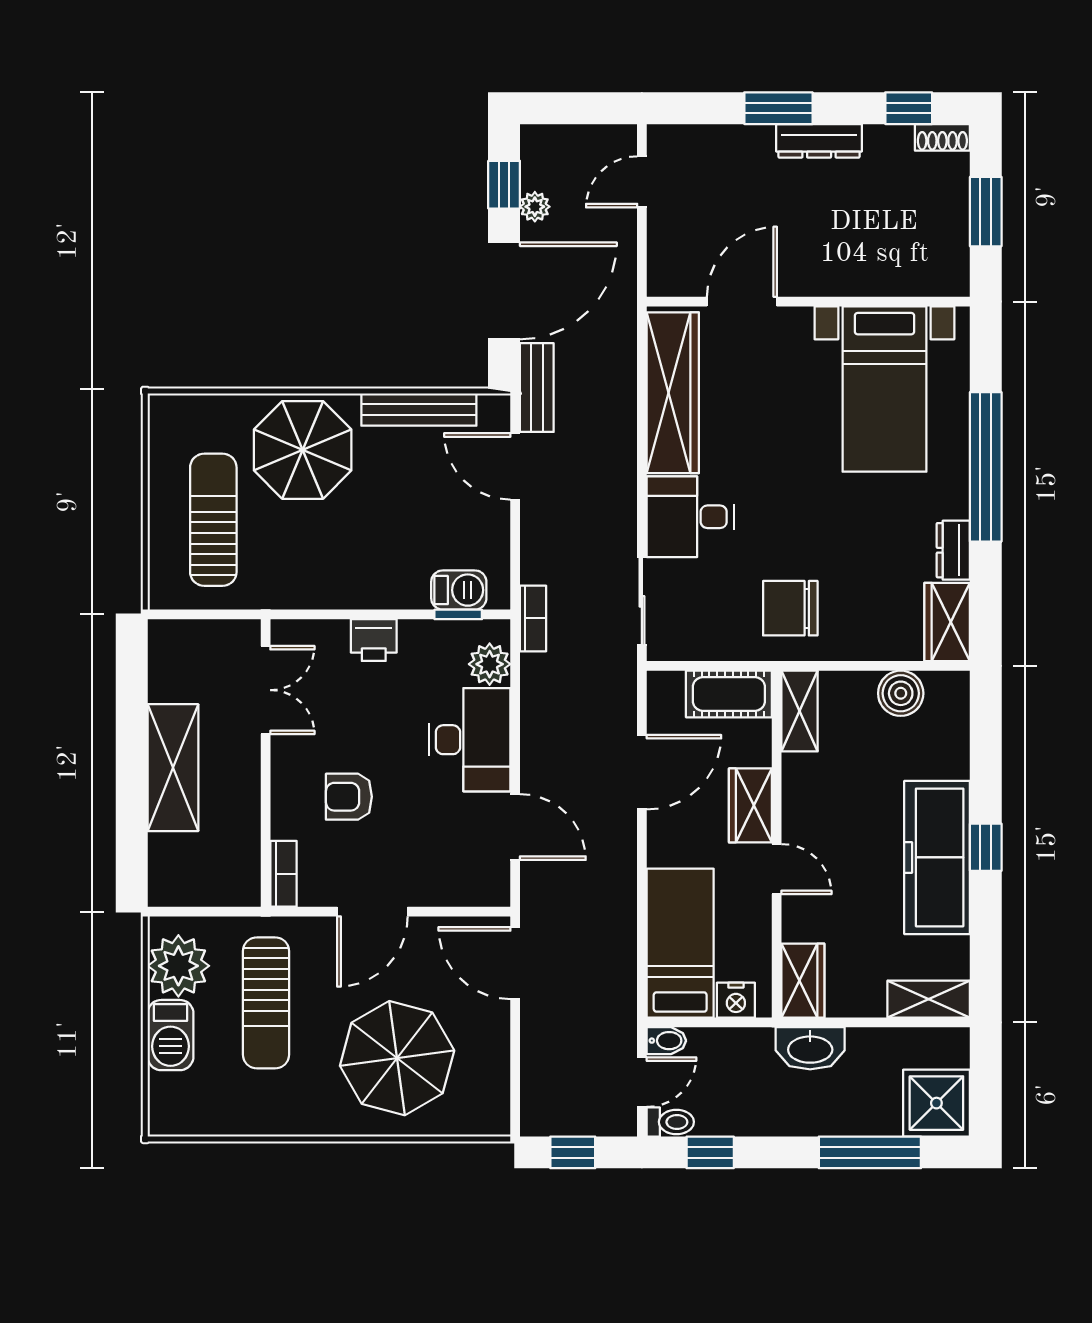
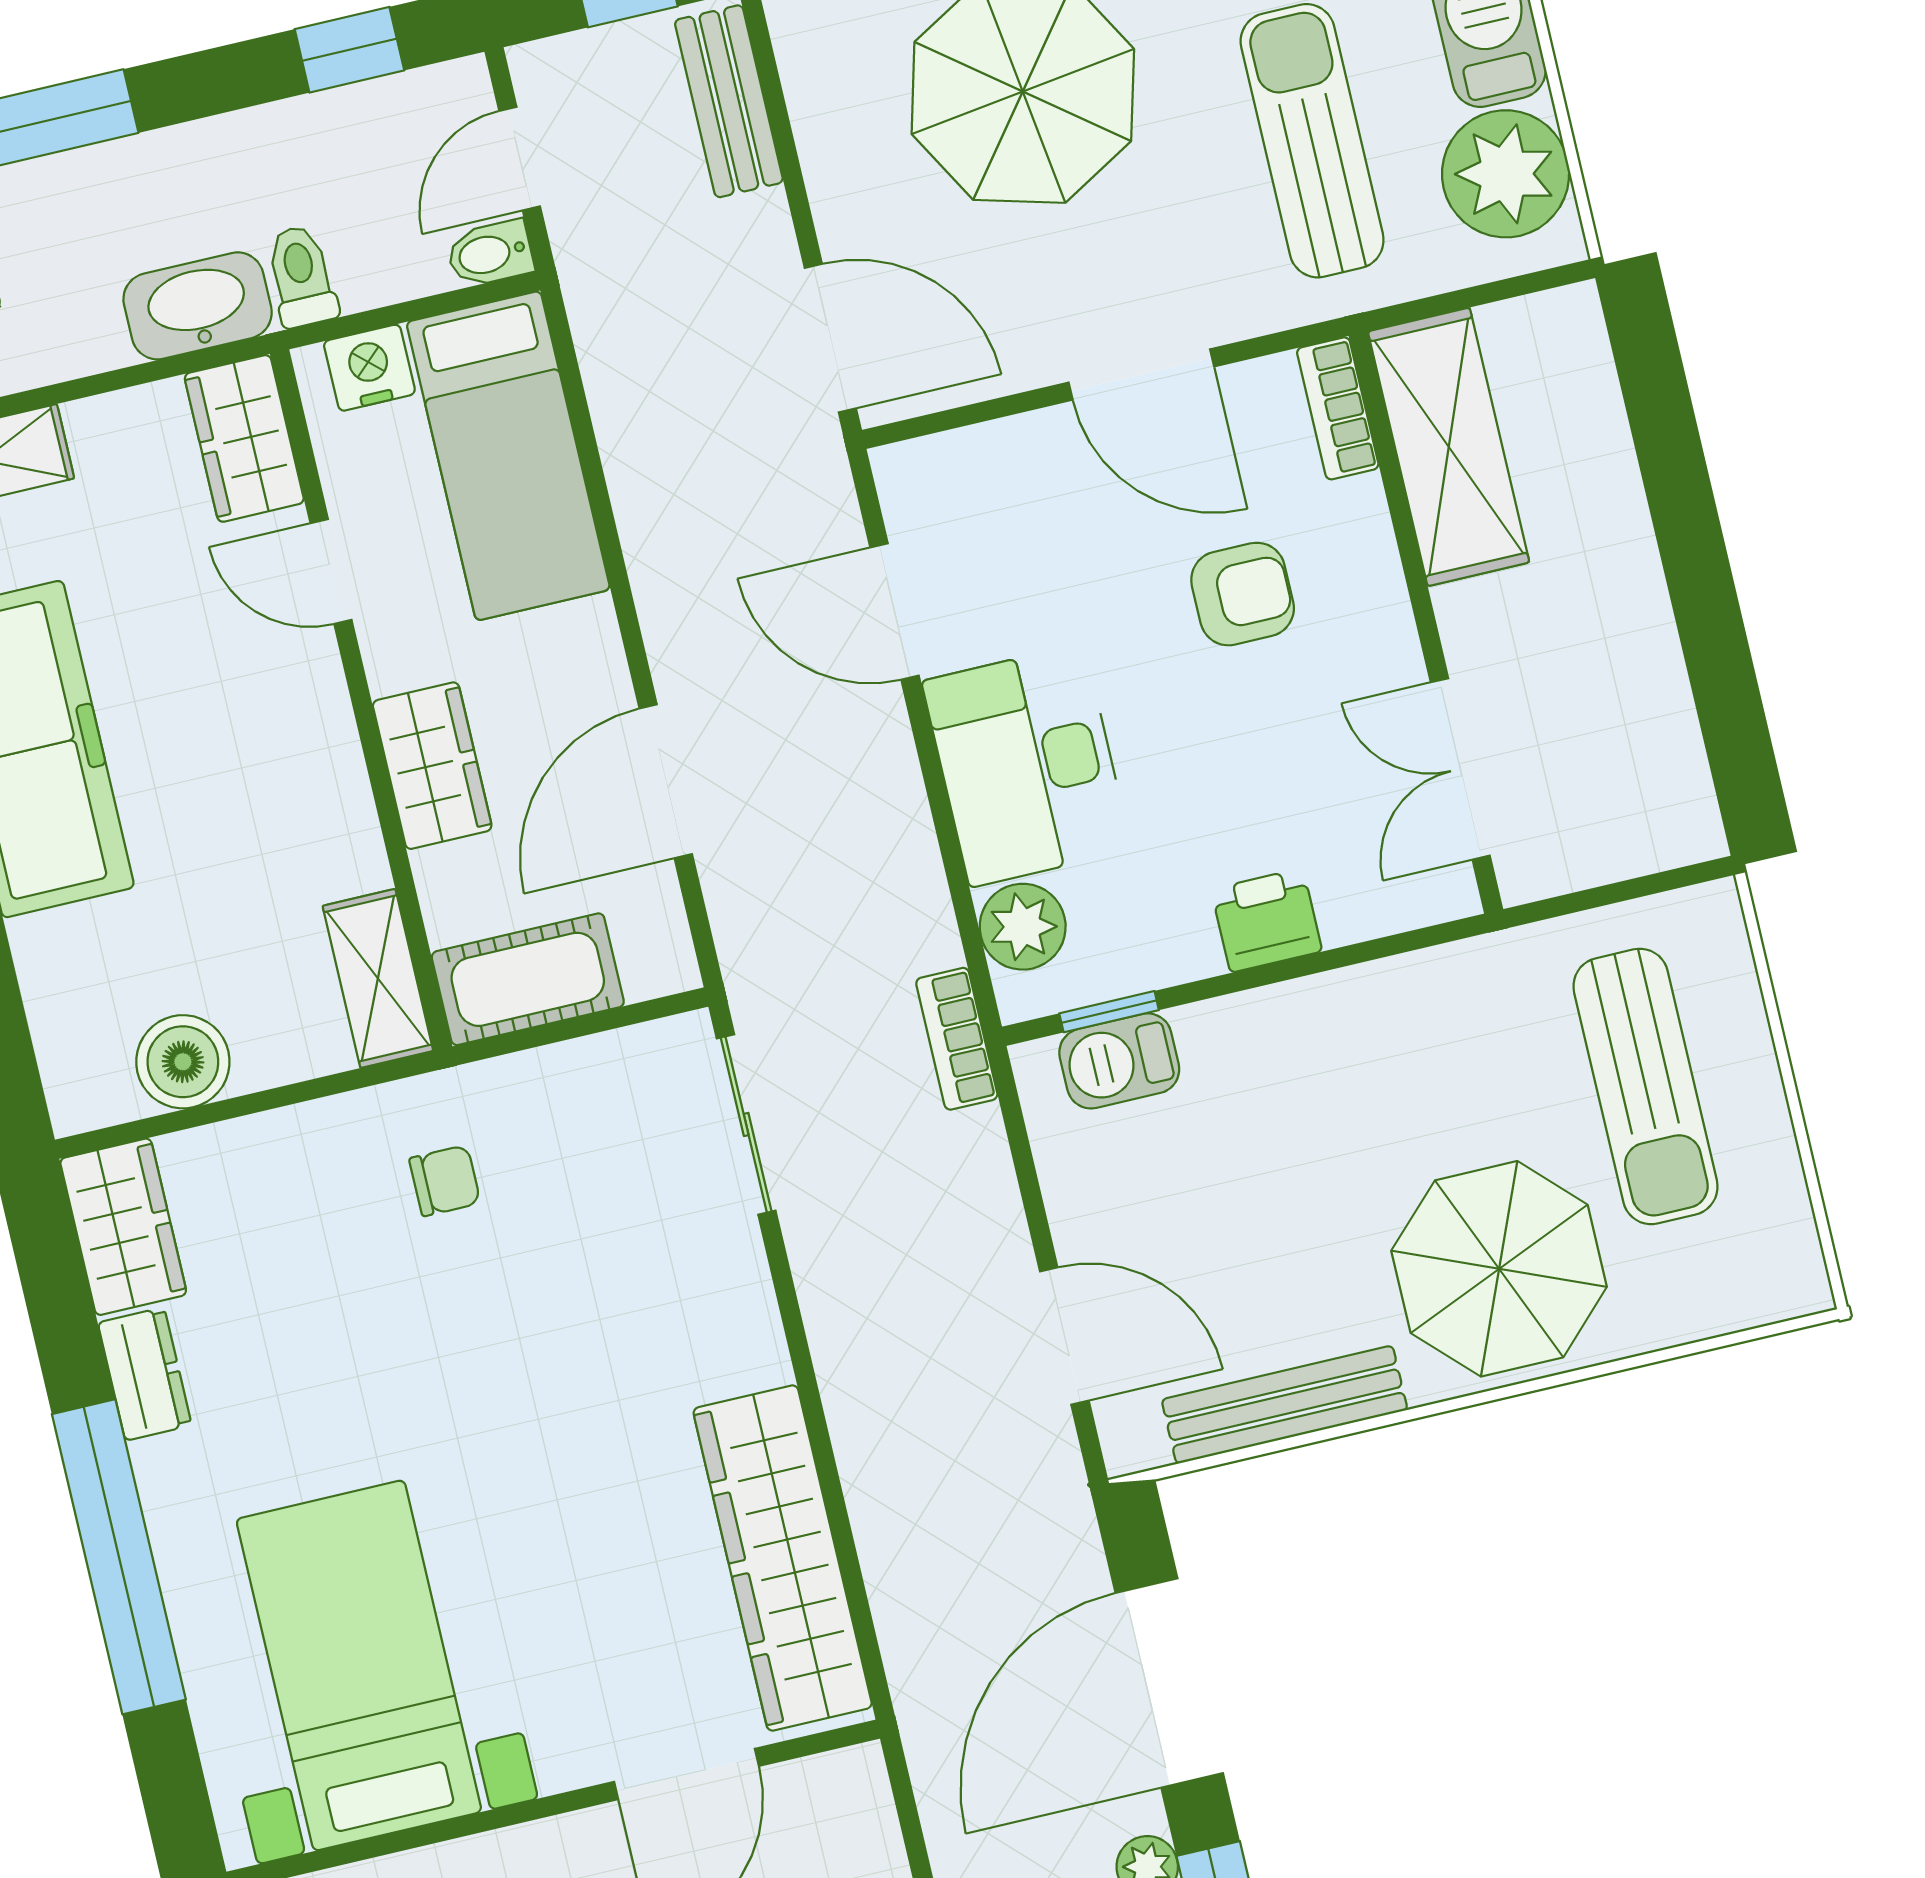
bench: (537, 388) -> (729, 101), moved
desk: (690, 517) -> (689, 1317), removed
chair: (790, 608) -> (445, 1181), width x0.54, depth x0.54
shelving: (173, 768) -> (1449, 447), moved
door: (777, 869) -> (331, 572), moved
door: (372, 912) -> (1141, 374), swing flipped
toilet: (670, 1122) -> (301, 276), moved, turned 90

